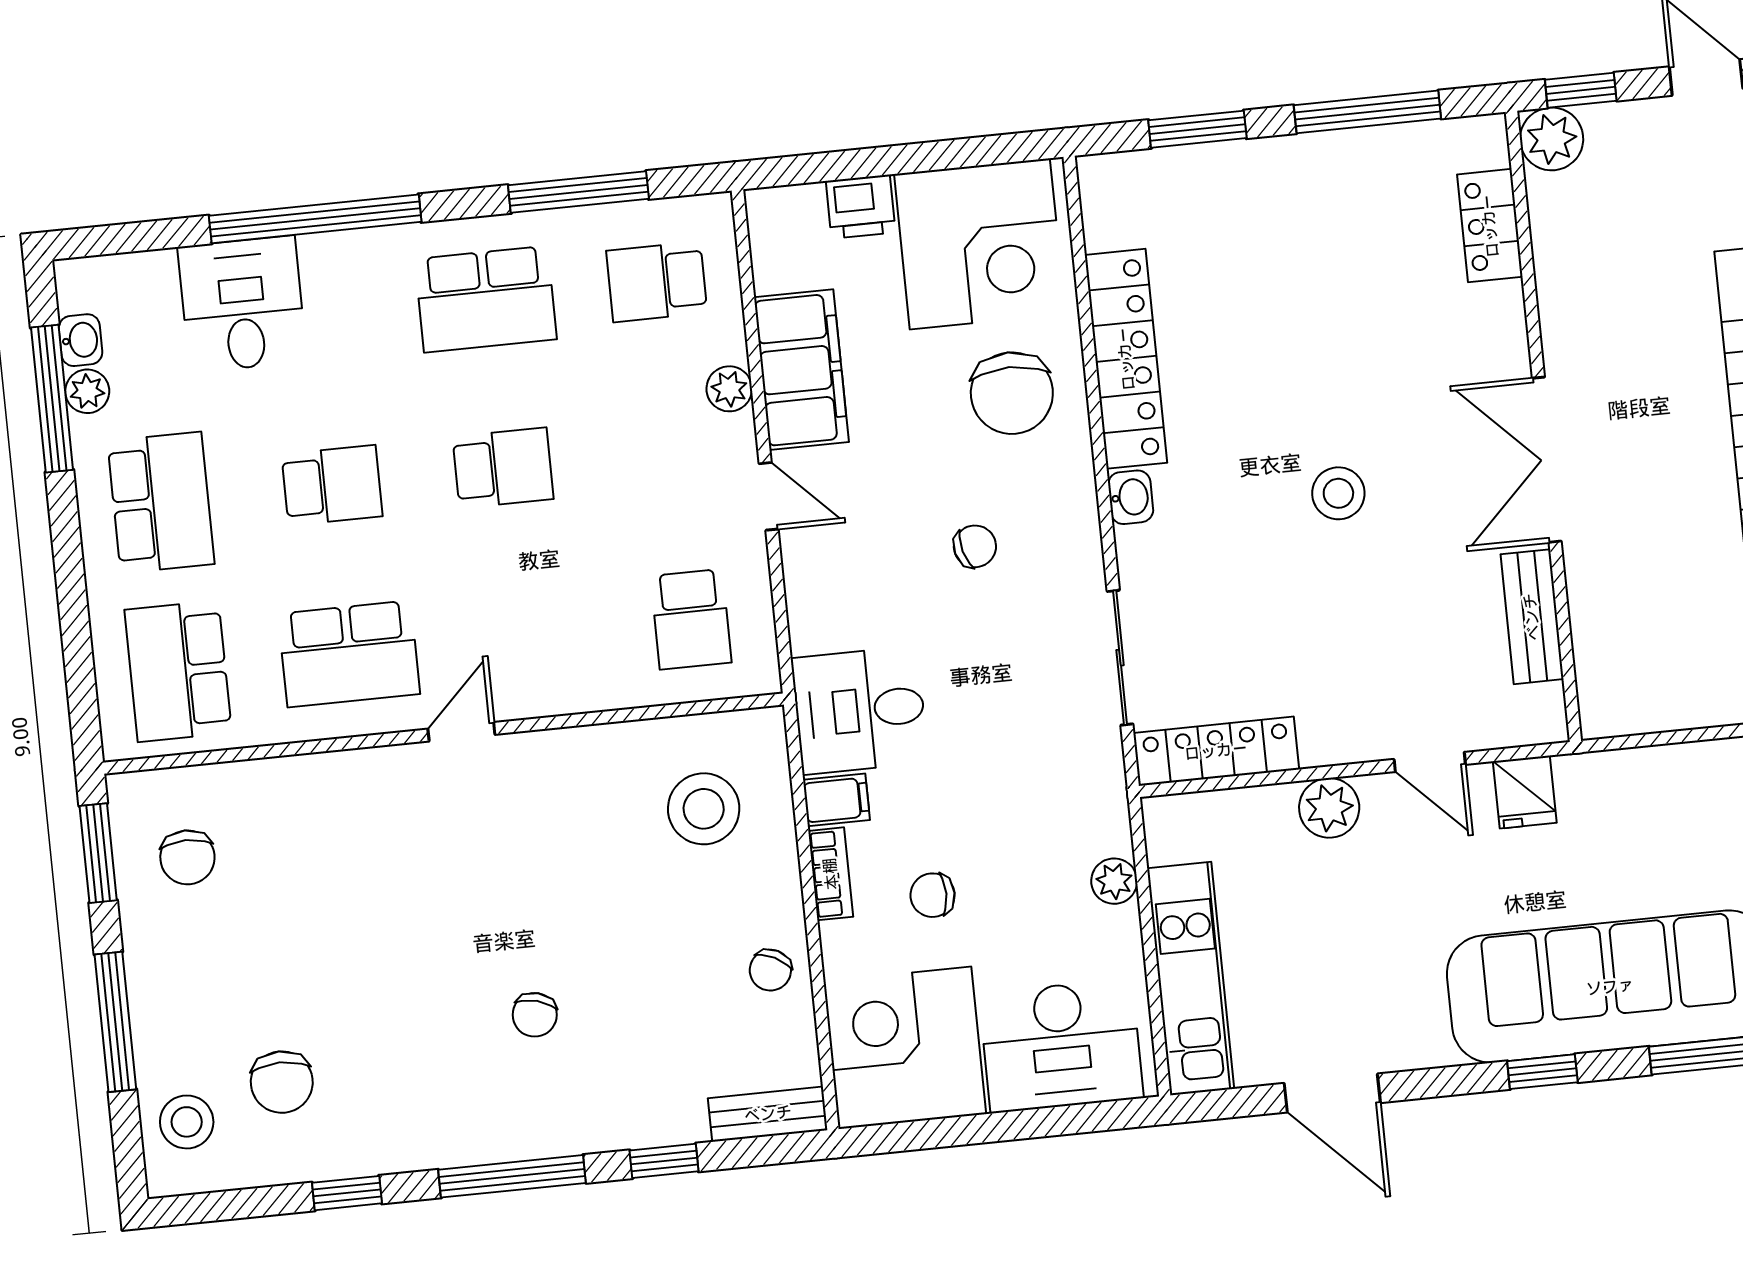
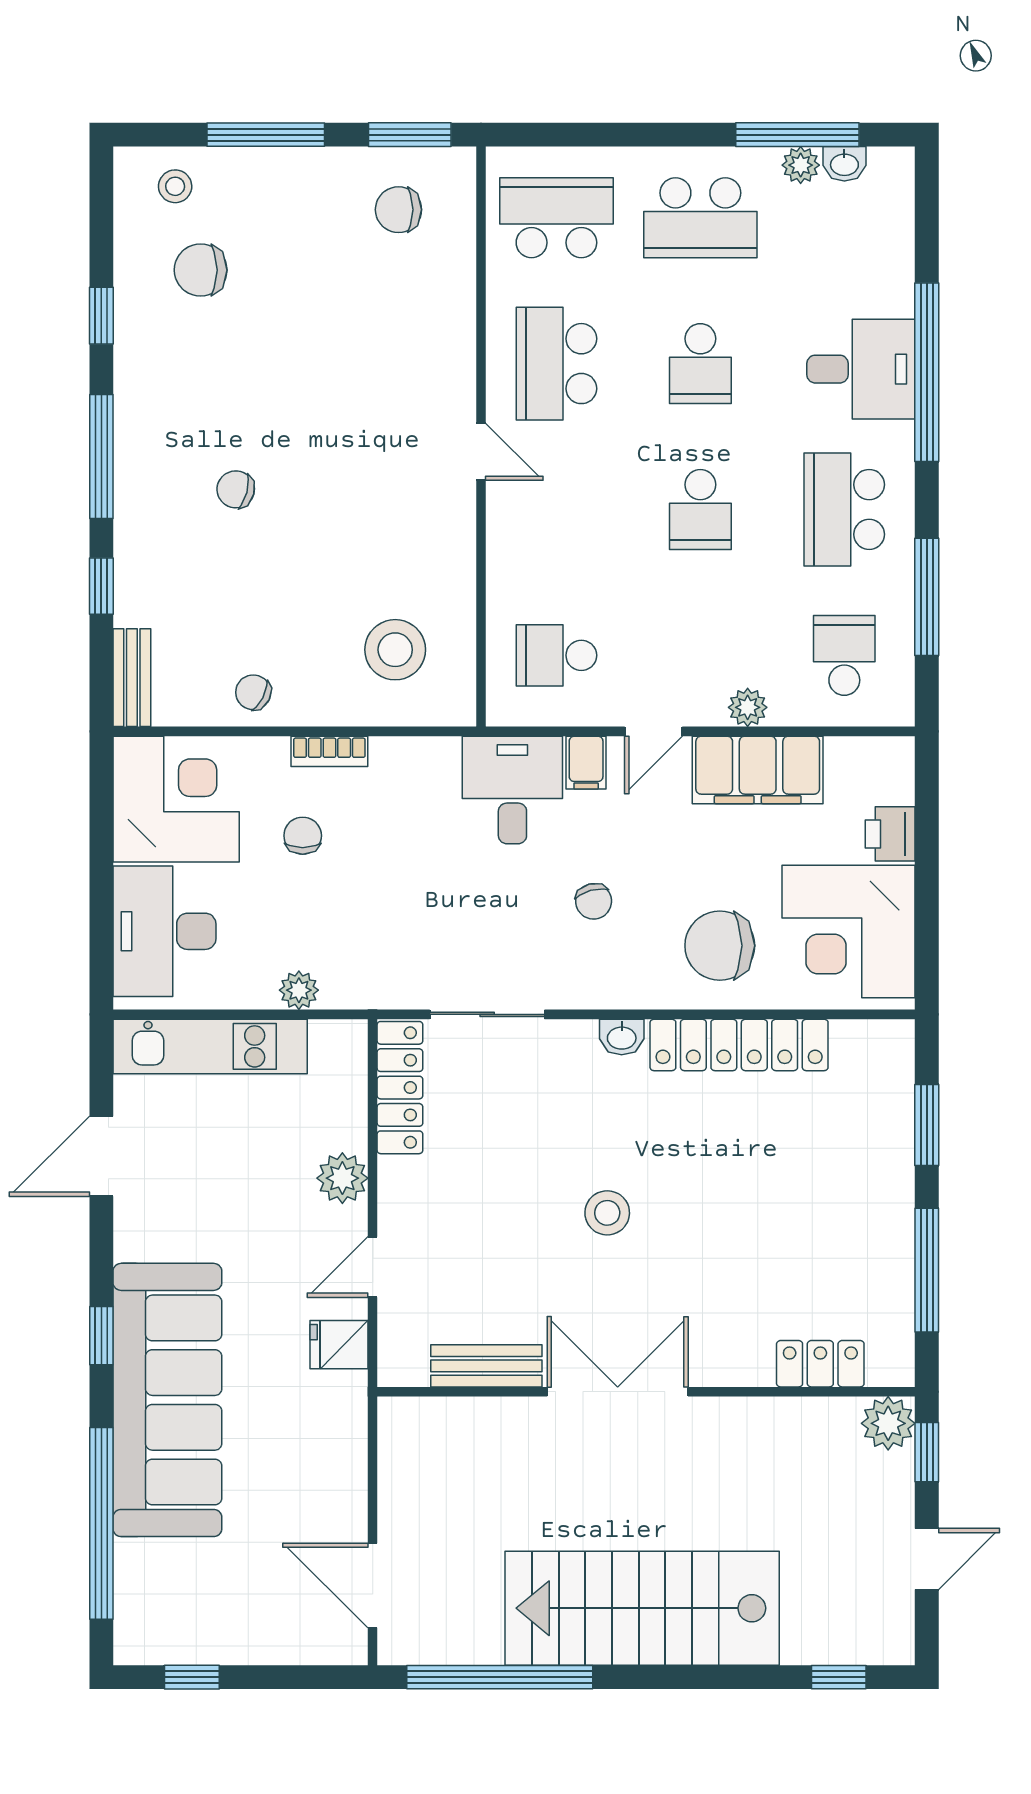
desk: (242, 304) -> (861, 369), moved
desk: (860, 710) -> (512, 790), moved
filing cabinet: (836, 800) -> (586, 763), moved
stool: (187, 1122) -> (175, 186), width x0.73, depth x0.73

